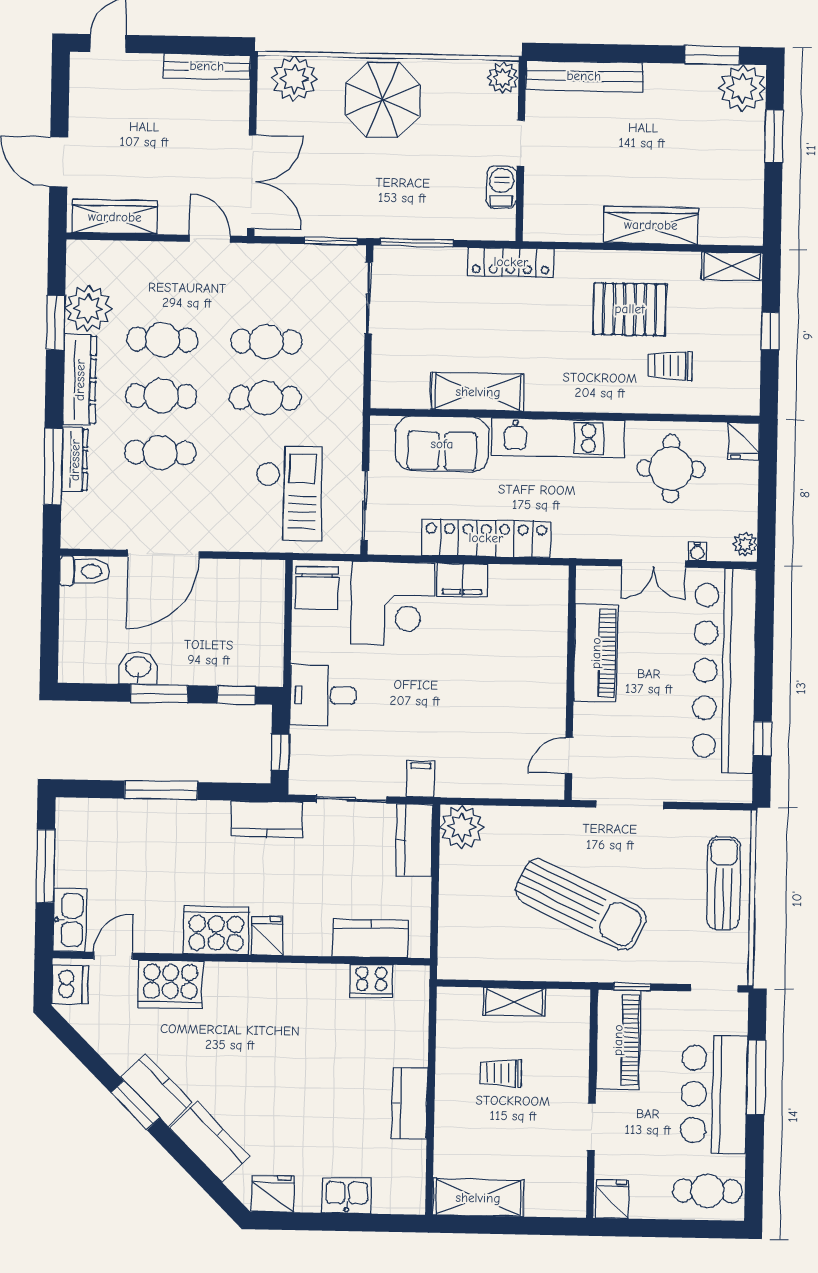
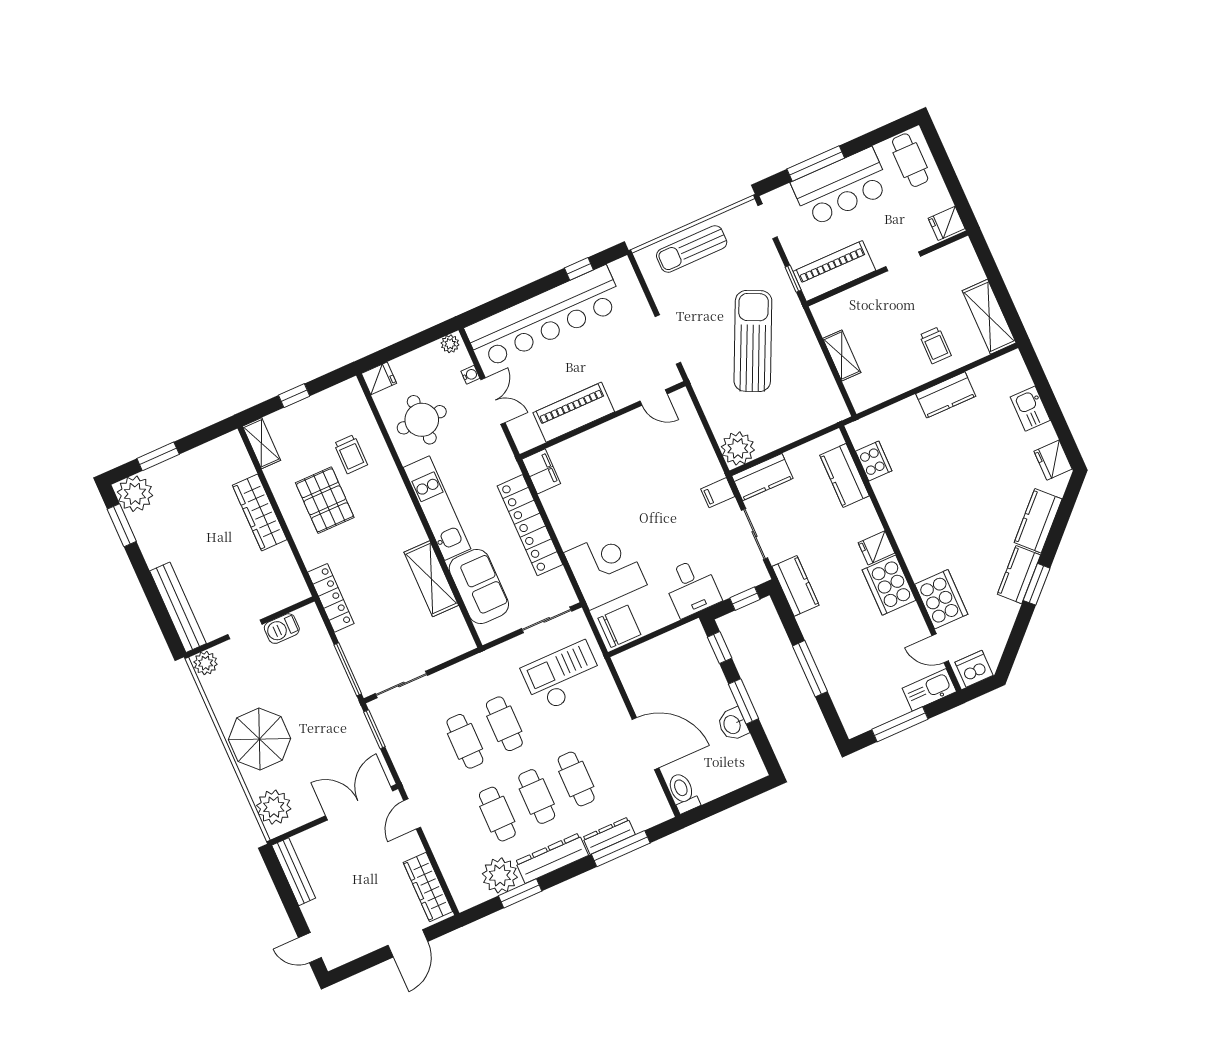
filing cabinet: (462, 580) -> (541, 471), moved
trolley: (501, 1073) -> (935, 345), moved

